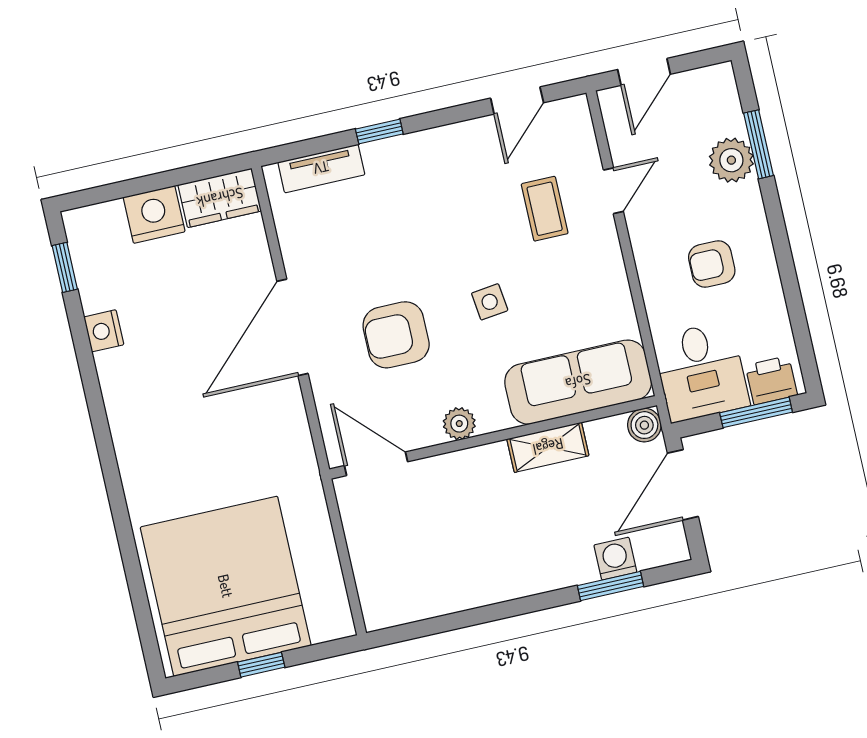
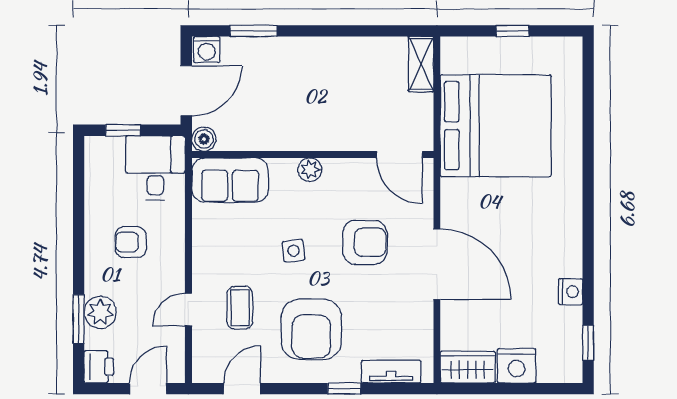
armchair: (442, 201) -> (311, 329), added
armchair: (712, 264) -> (131, 242), turned 180
door: (292, 327) -> (437, 264), hinge flipped
printer: (771, 380) -> (99, 367), moved, turned -90
sofa: (578, 382) -> (230, 180), width x0.73
window: (756, 412) -> (123, 130), width x0.67
plant: (459, 424) -> (310, 170), moved
shelving: (548, 447) -> (421, 64), moved, turned 90
washing machine: (615, 559) -> (207, 49), moved
bed: (226, 586) -> (496, 126), moved, turned -90

